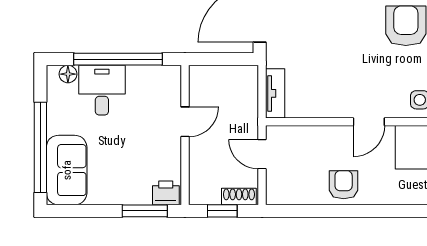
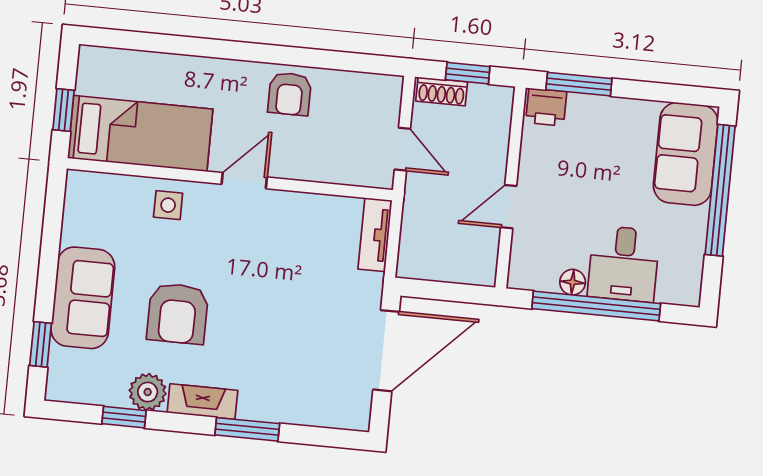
floor lamp: (68, 74) -> (573, 282), moved

